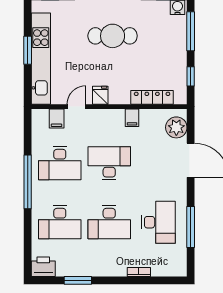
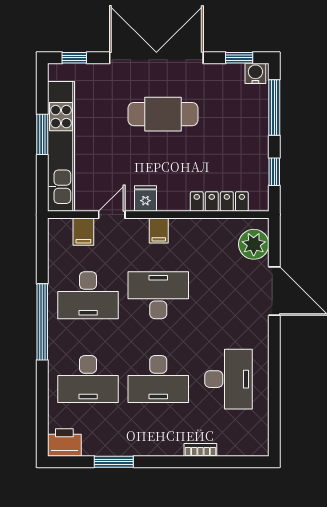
filing cabinet: (132, 118) -> (159, 230), moved
window: (191, 227) -> (274, 386), removed

